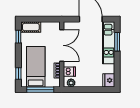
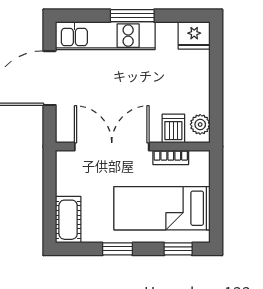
window: (18, 37) -> (118, 249), moved
window: (117, 42) -> (132, 16), moved
window: (40, 90) -> (216, 197), removed

